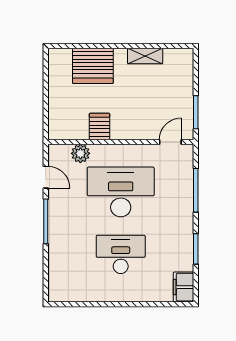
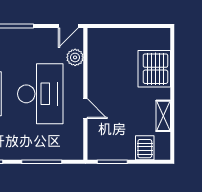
server rack: (99, 126) -> (145, 148), moved, turned -90
door: (170, 142) -> (85, 109), moved
door: (46, 177) -> (68, 26), moved

